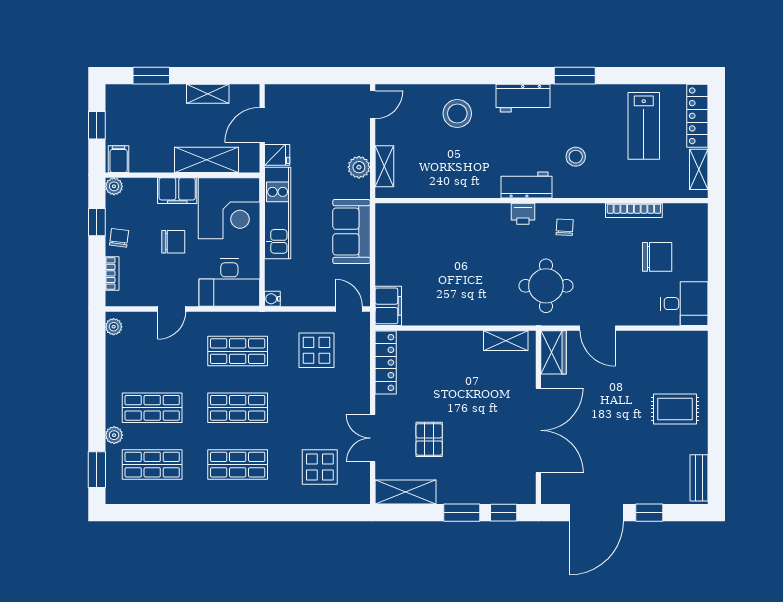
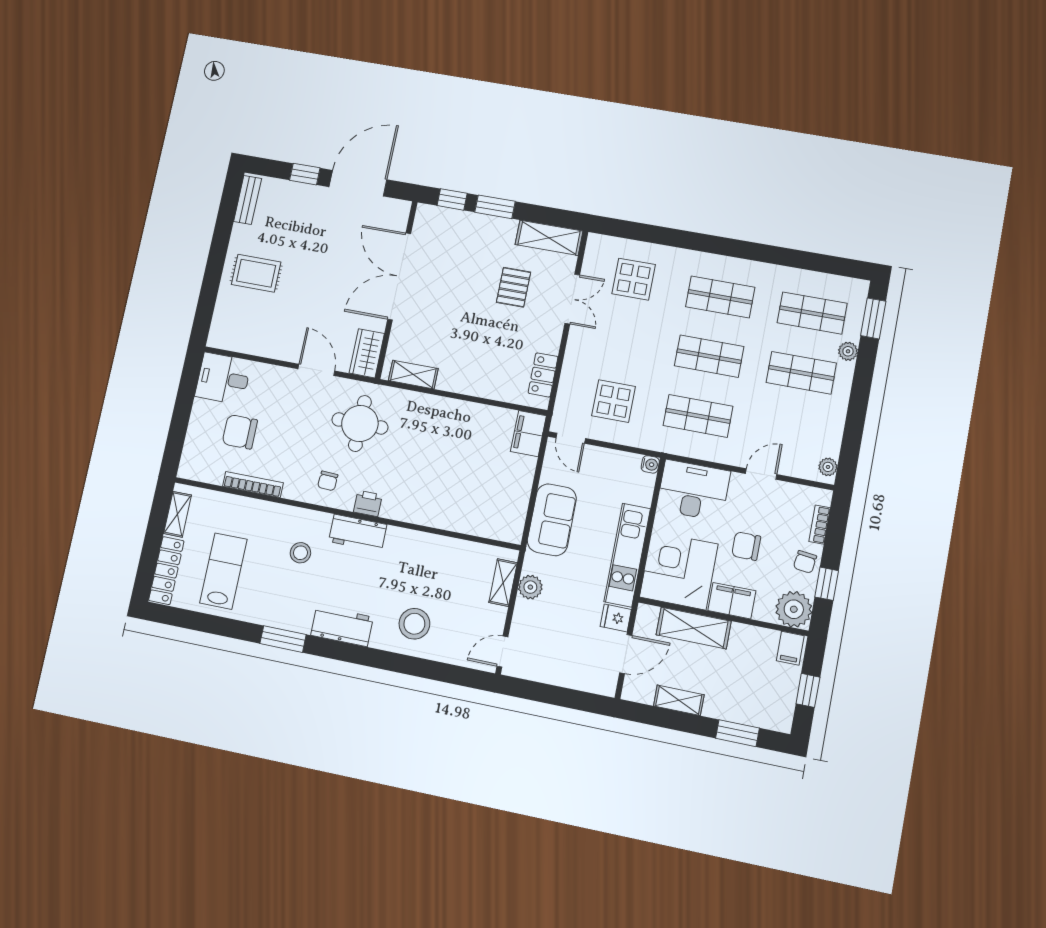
plant: (114, 186) -> (794, 609), width x1.87, depth x1.87
locker: (386, 362) -> (543, 375), width x0.66

